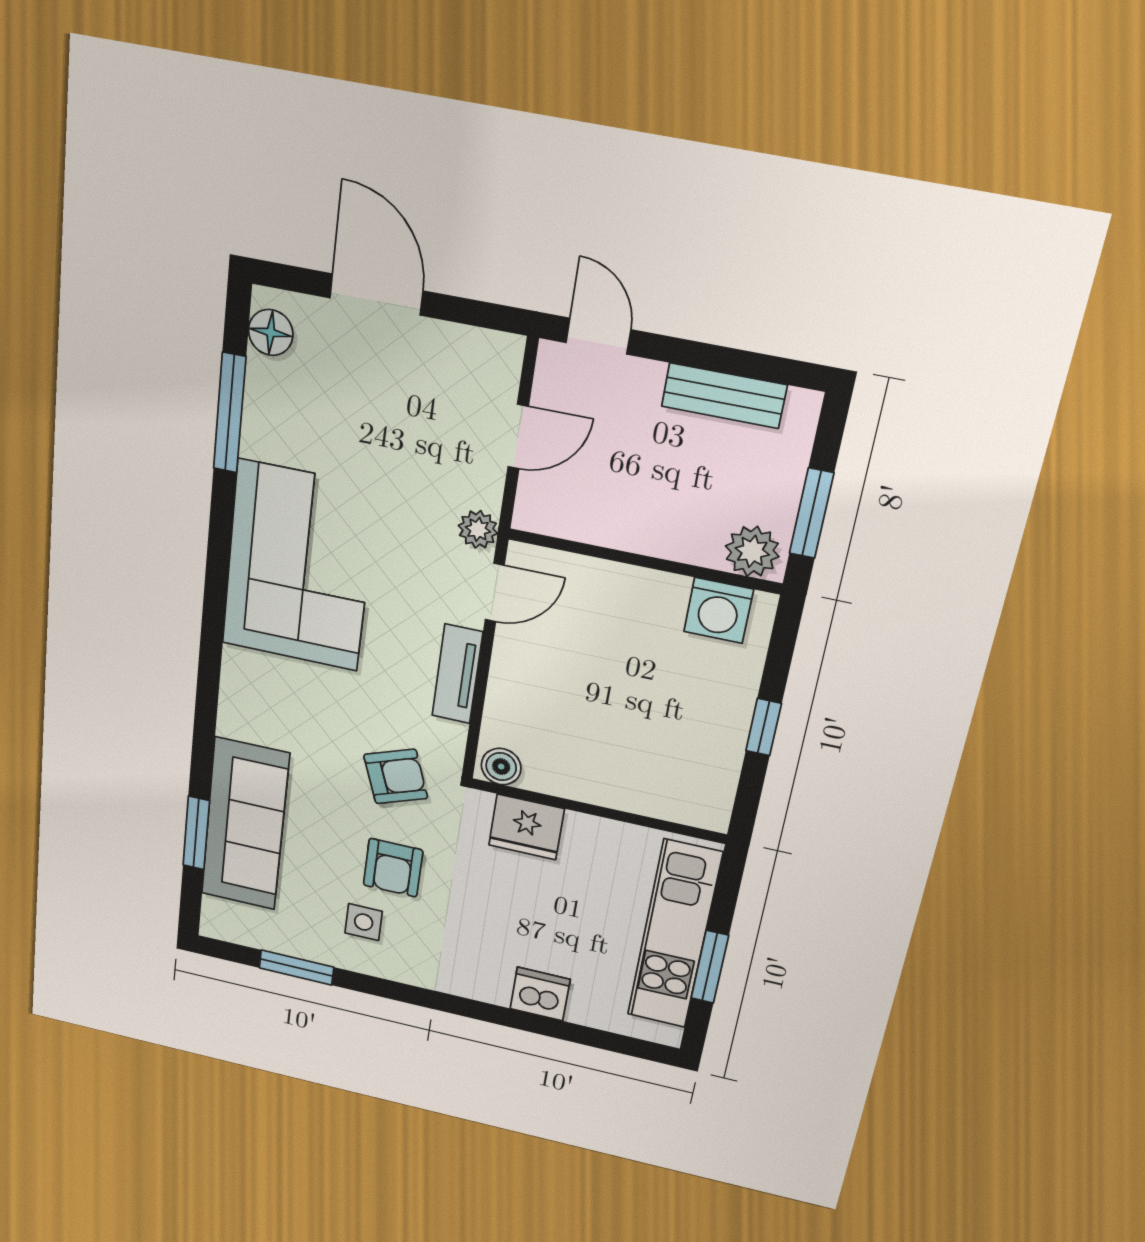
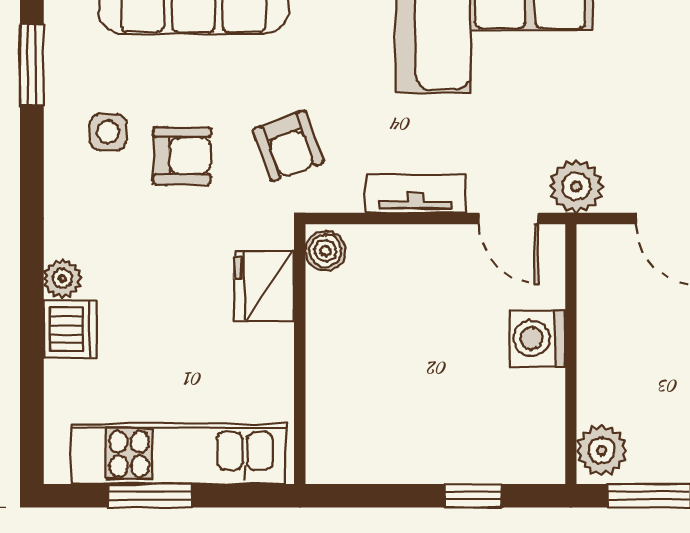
plant: (478, 529) -> (576, 186), width x1.38, depth x1.38
washing machine: (719, 610) -> (537, 338), moved
window: (764, 727) -> (473, 496), moved
armchair: (393, 868) -> (182, 156), turned 180
plant: (492, 989) -> (62, 278), added

